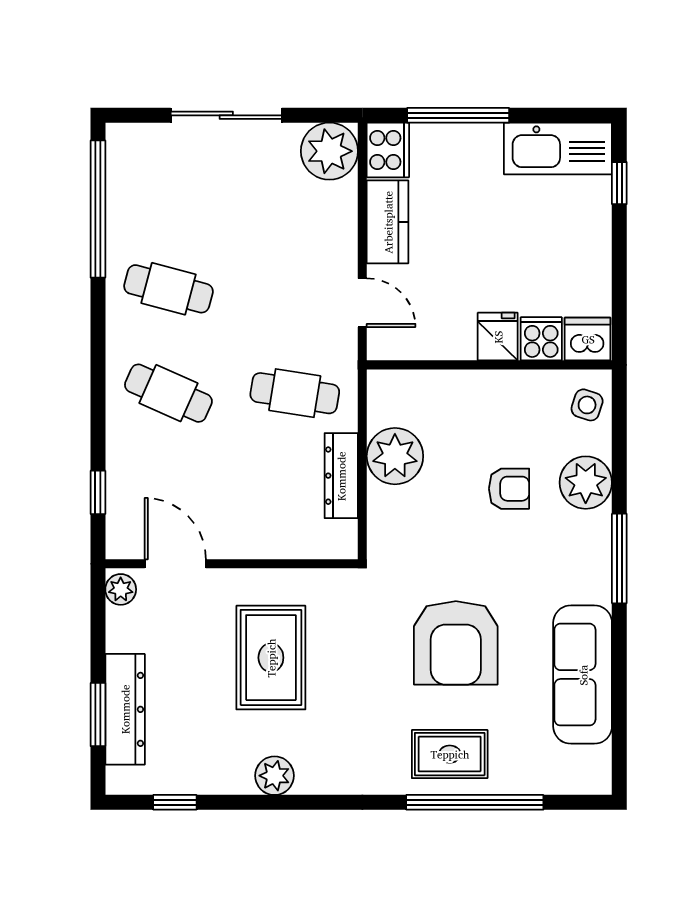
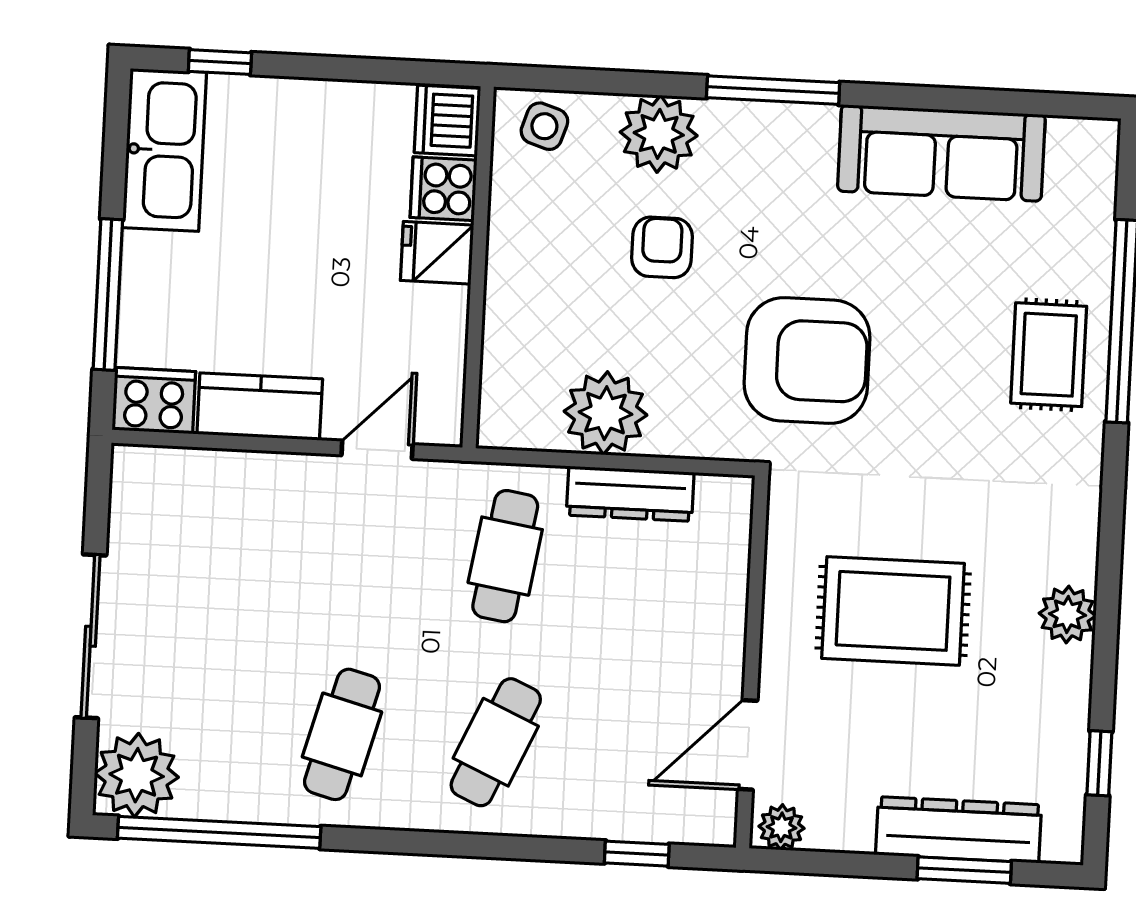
plant: (329, 151) -> (137, 775), moved
armchair: (456, 643) -> (807, 361), moved

